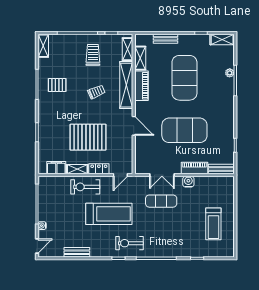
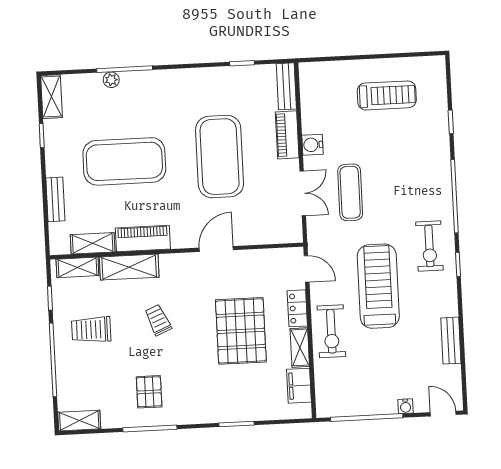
shelving: (126, 85) -> (129, 267), width x0.68

